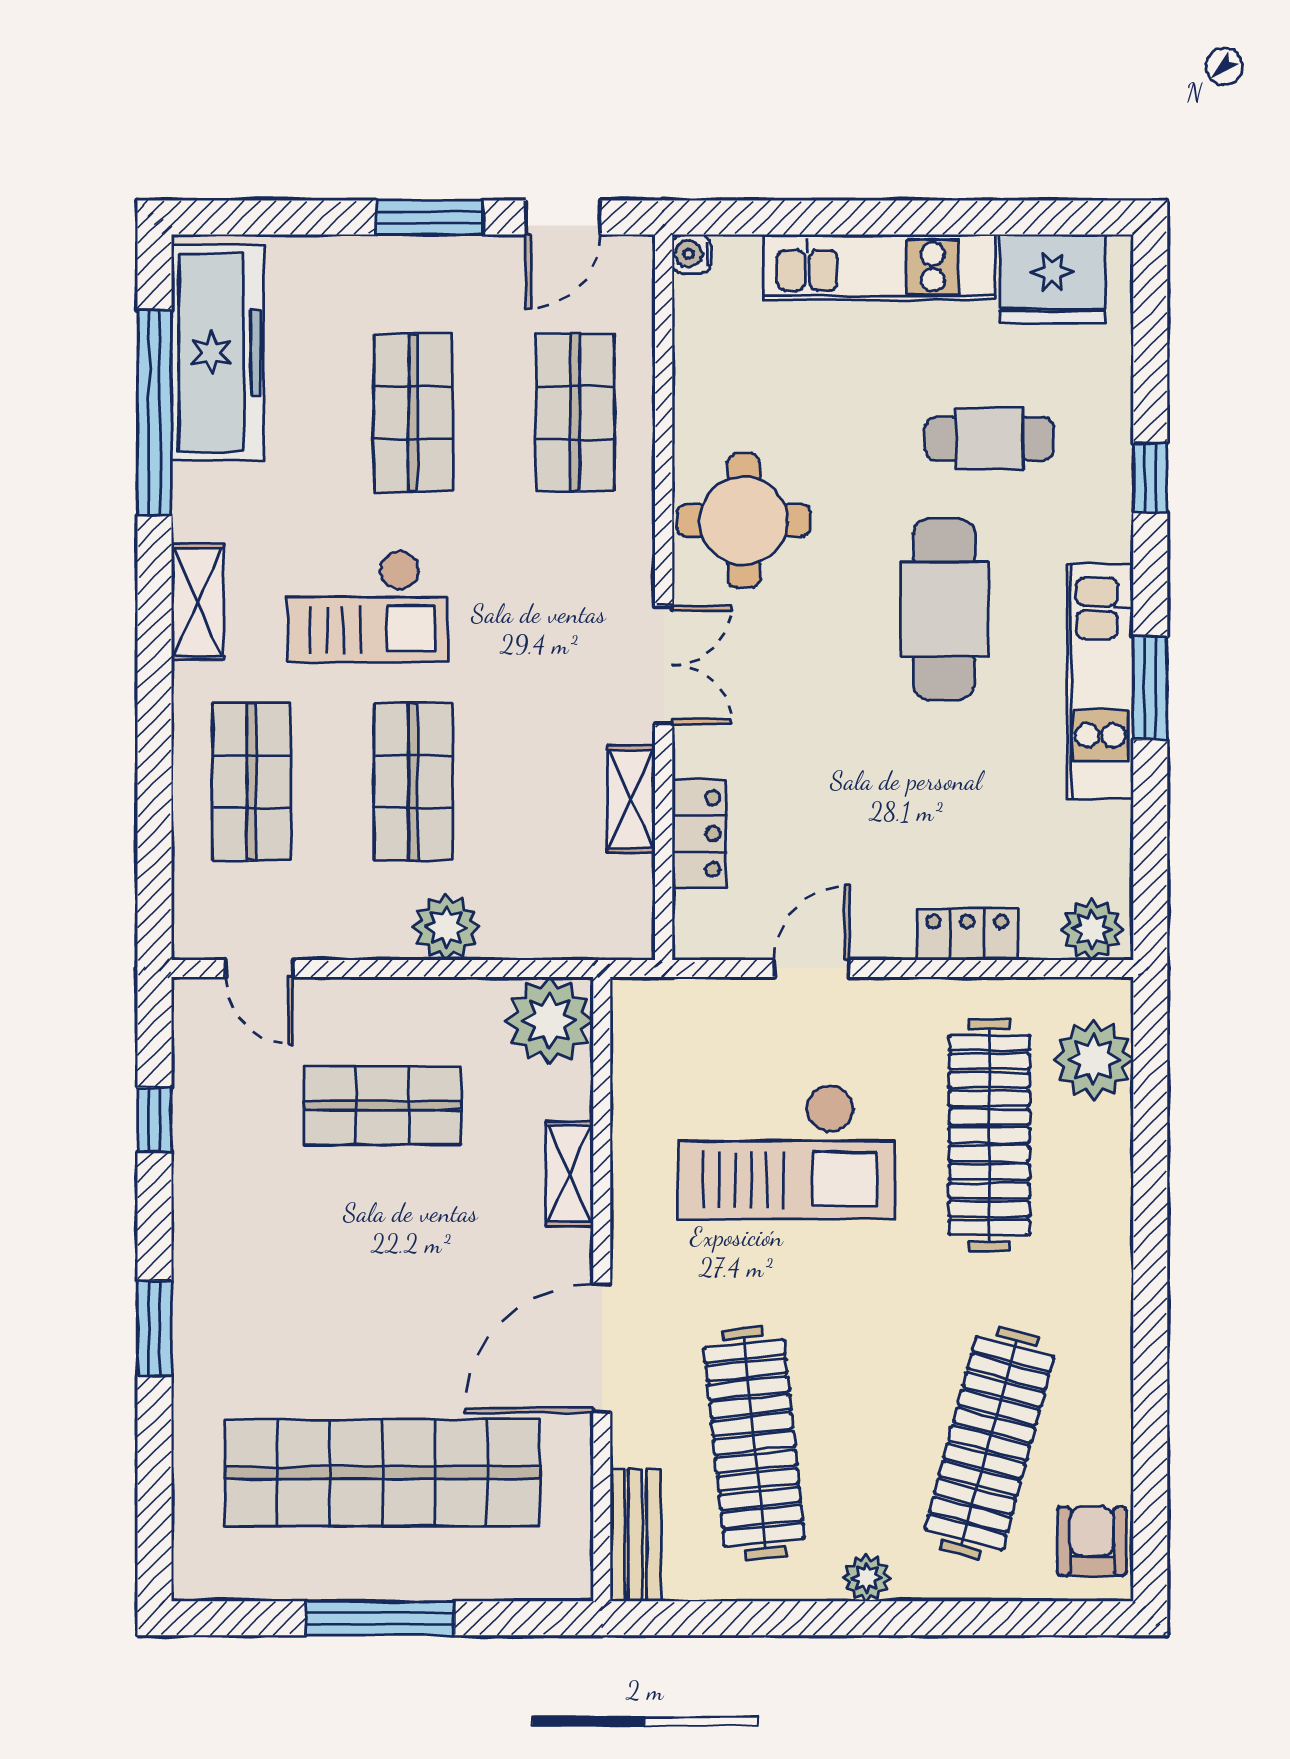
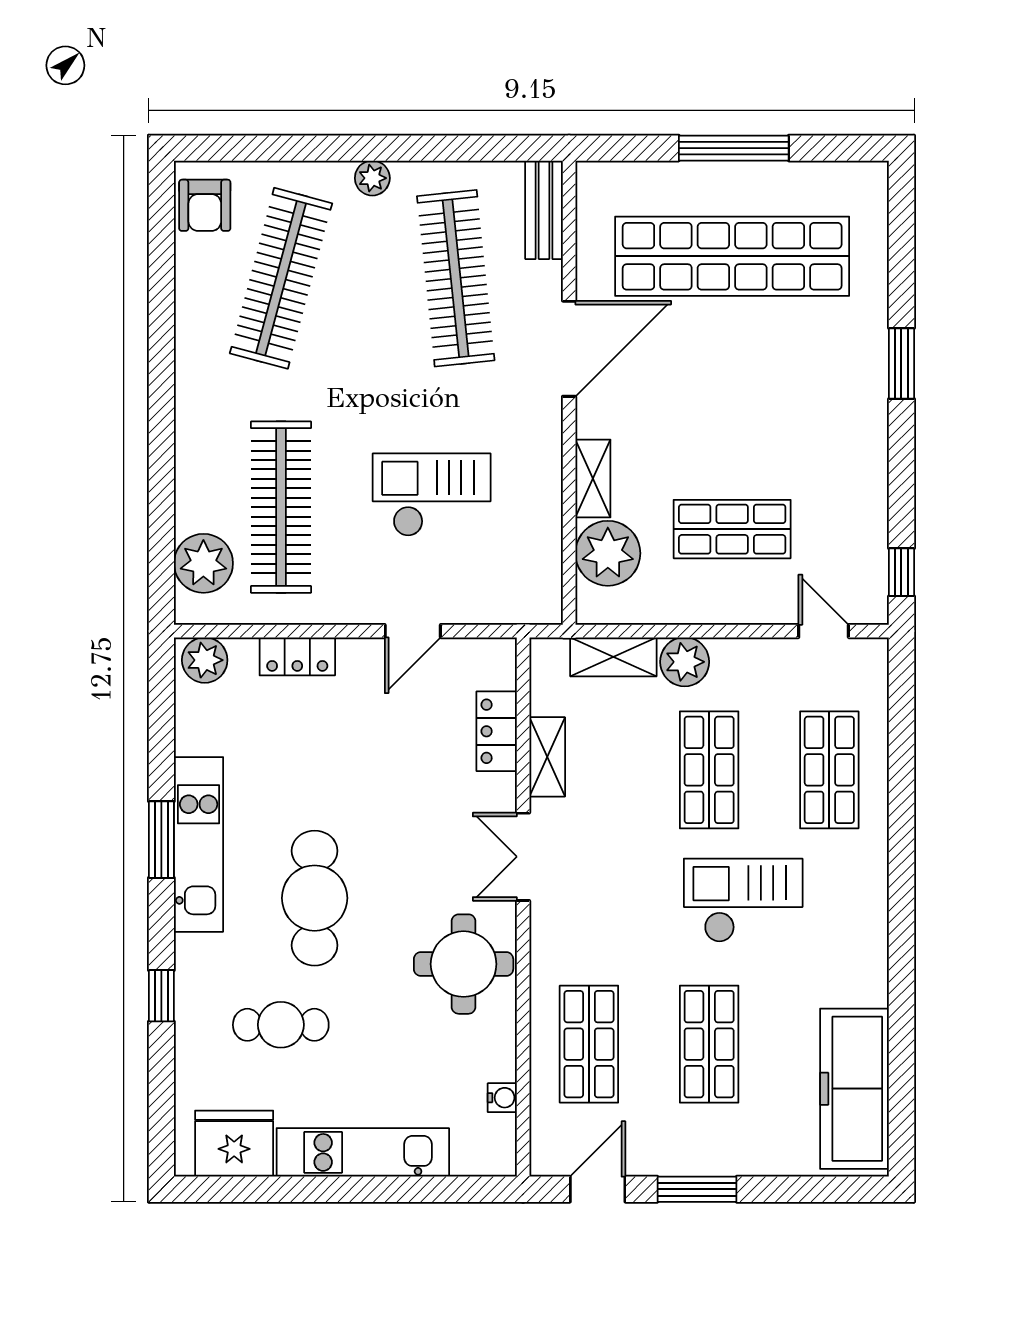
water cooler: (692, 254) -> (502, 1098), moved
window: (154, 412) -> (901, 1044), removed
shelving: (198, 602) -> (613, 657), moved, turned 90
plant: (550, 1021) -> (608, 553), moved
window: (154, 1119) -> (901, 572), moved
checkout: (787, 1152) -> (432, 495), width x0.73, depth x0.83

